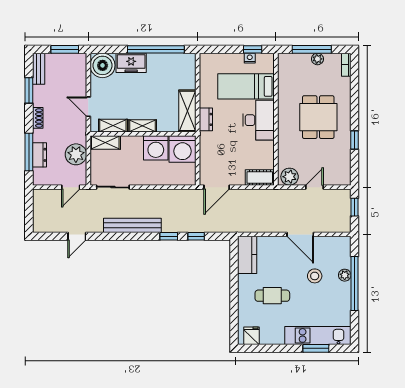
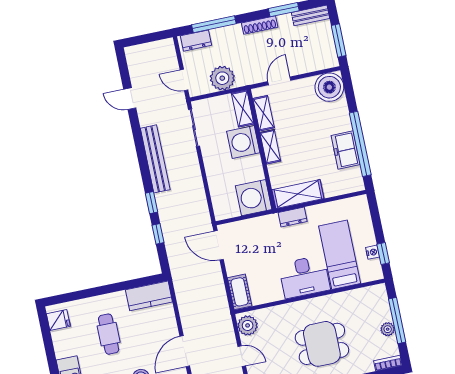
freezer: (131, 63) -> (346, 150), moved
shoe rack: (38, 118) -> (260, 25), width x1.43
washing machine: (156, 148) -> (243, 142), moved
dresser: (40, 155) -> (196, 41), moved

